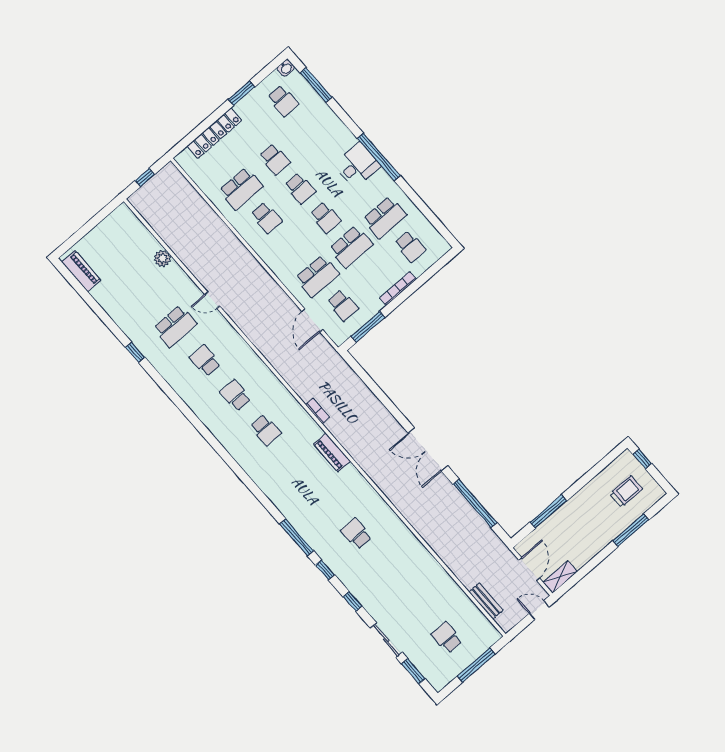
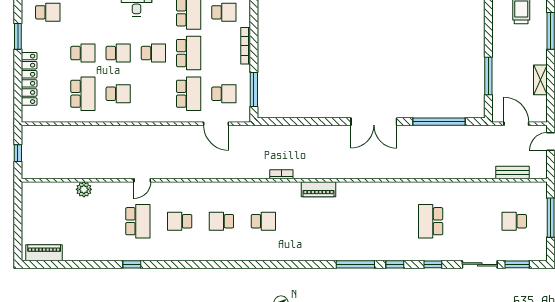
school desk: (356, 534) -> (431, 221), moved, width x1.85
shelving: (560, 577) -> (540, 80), moved

